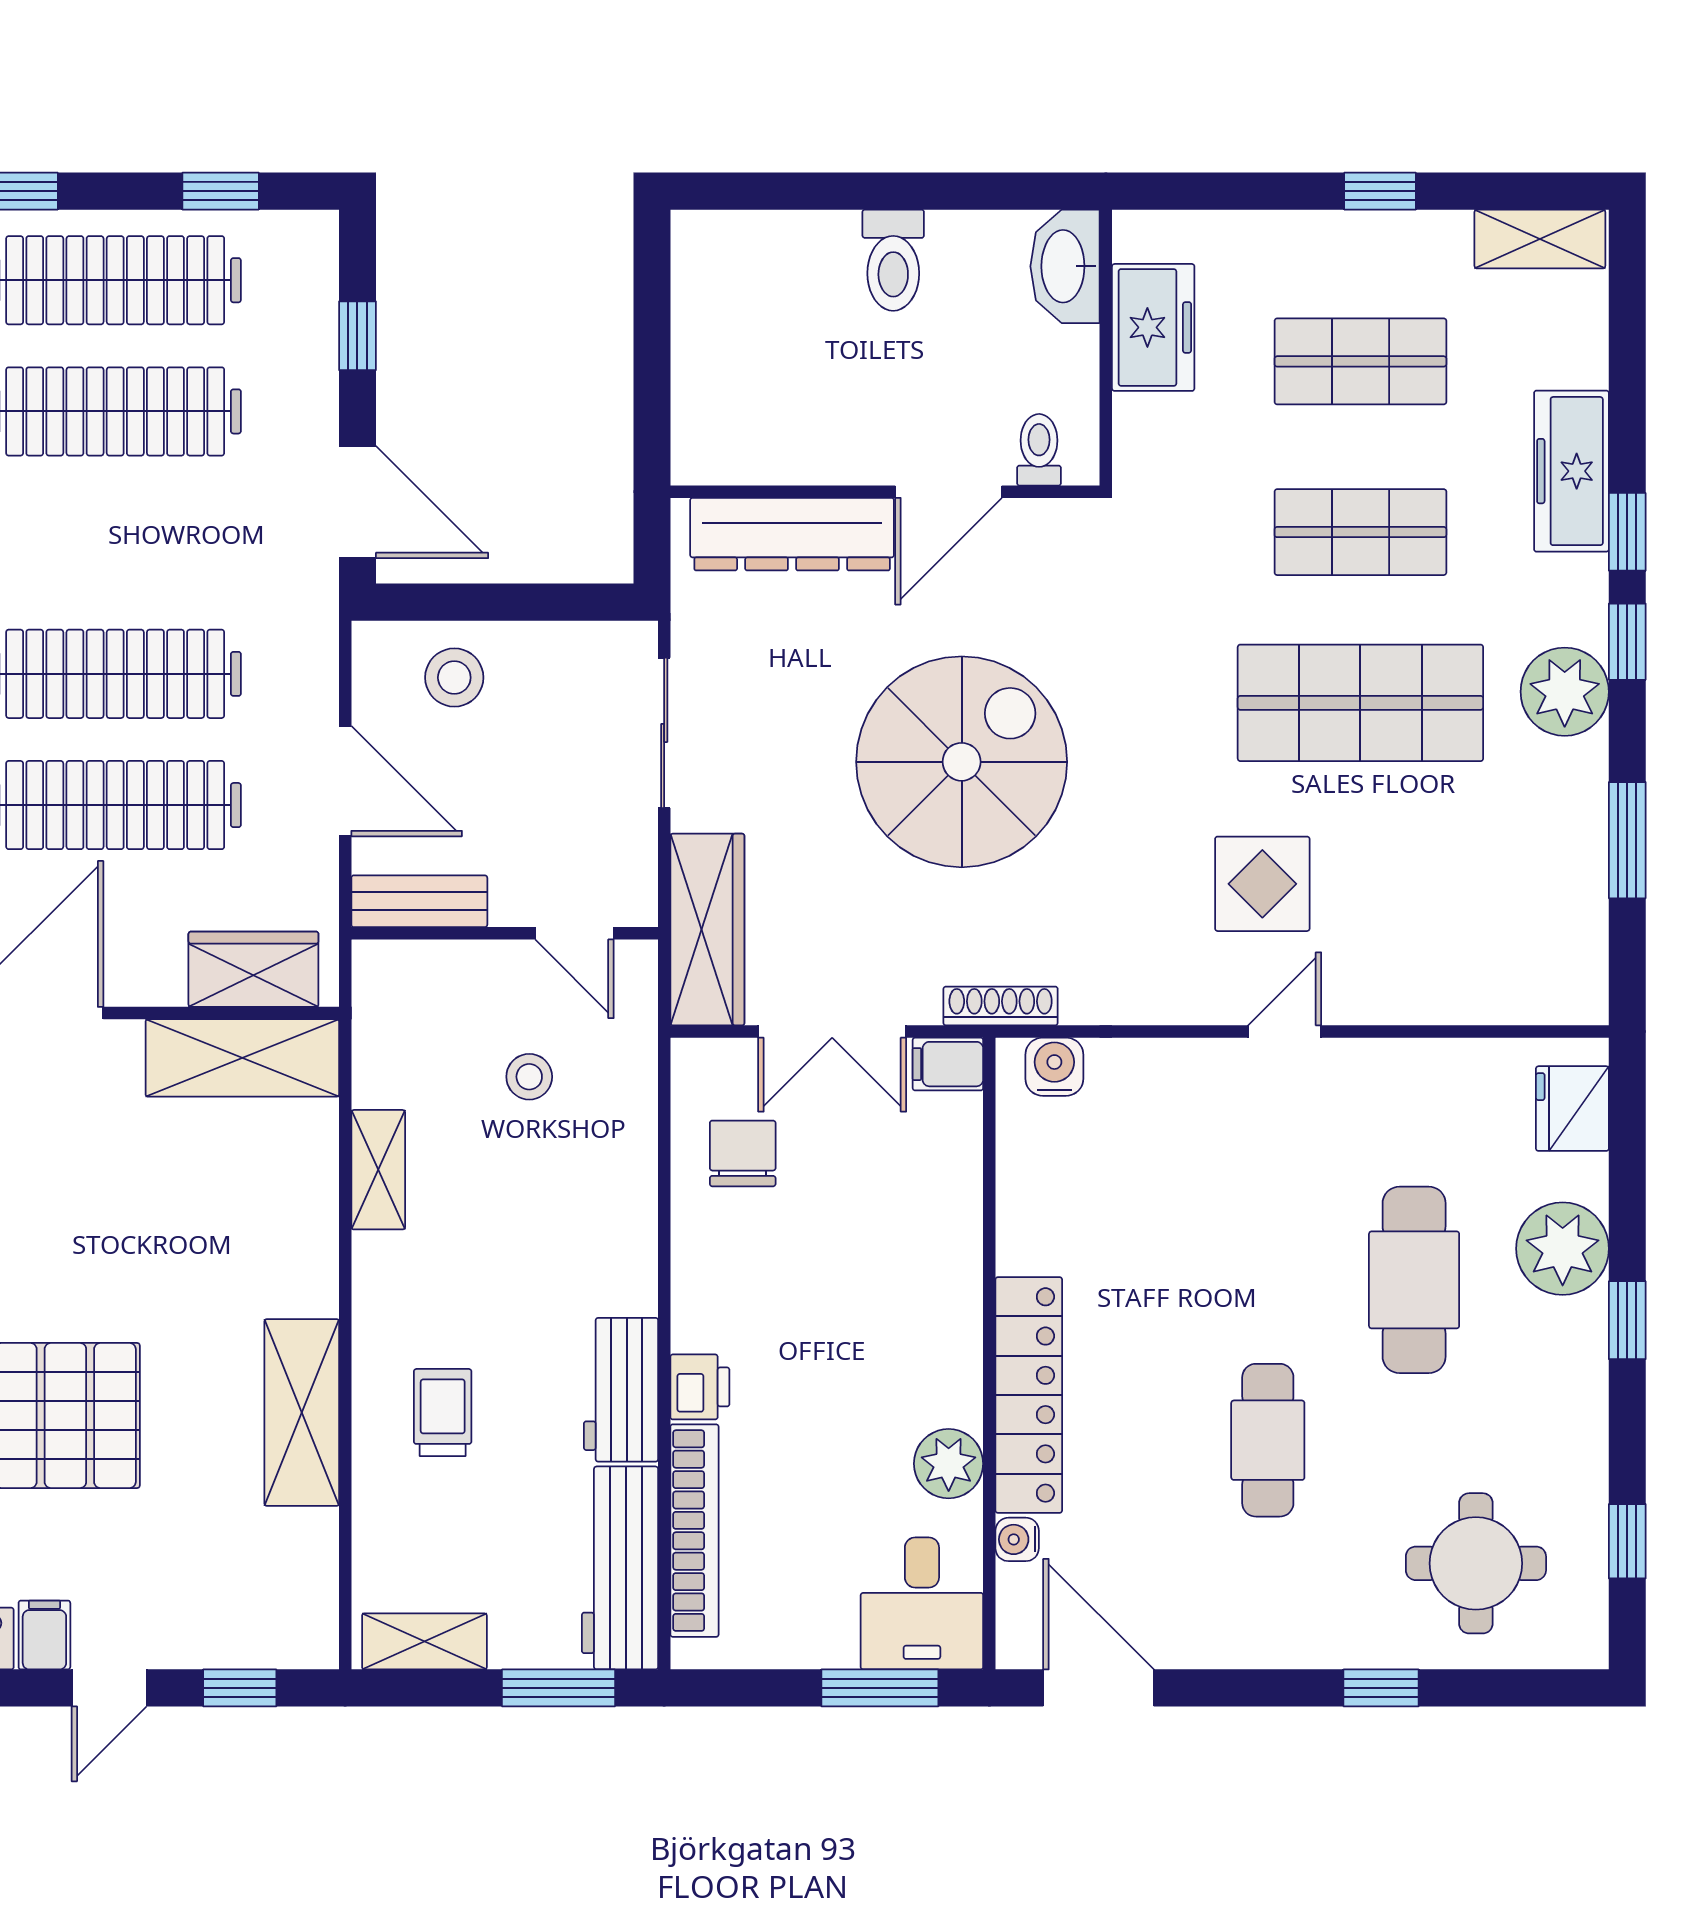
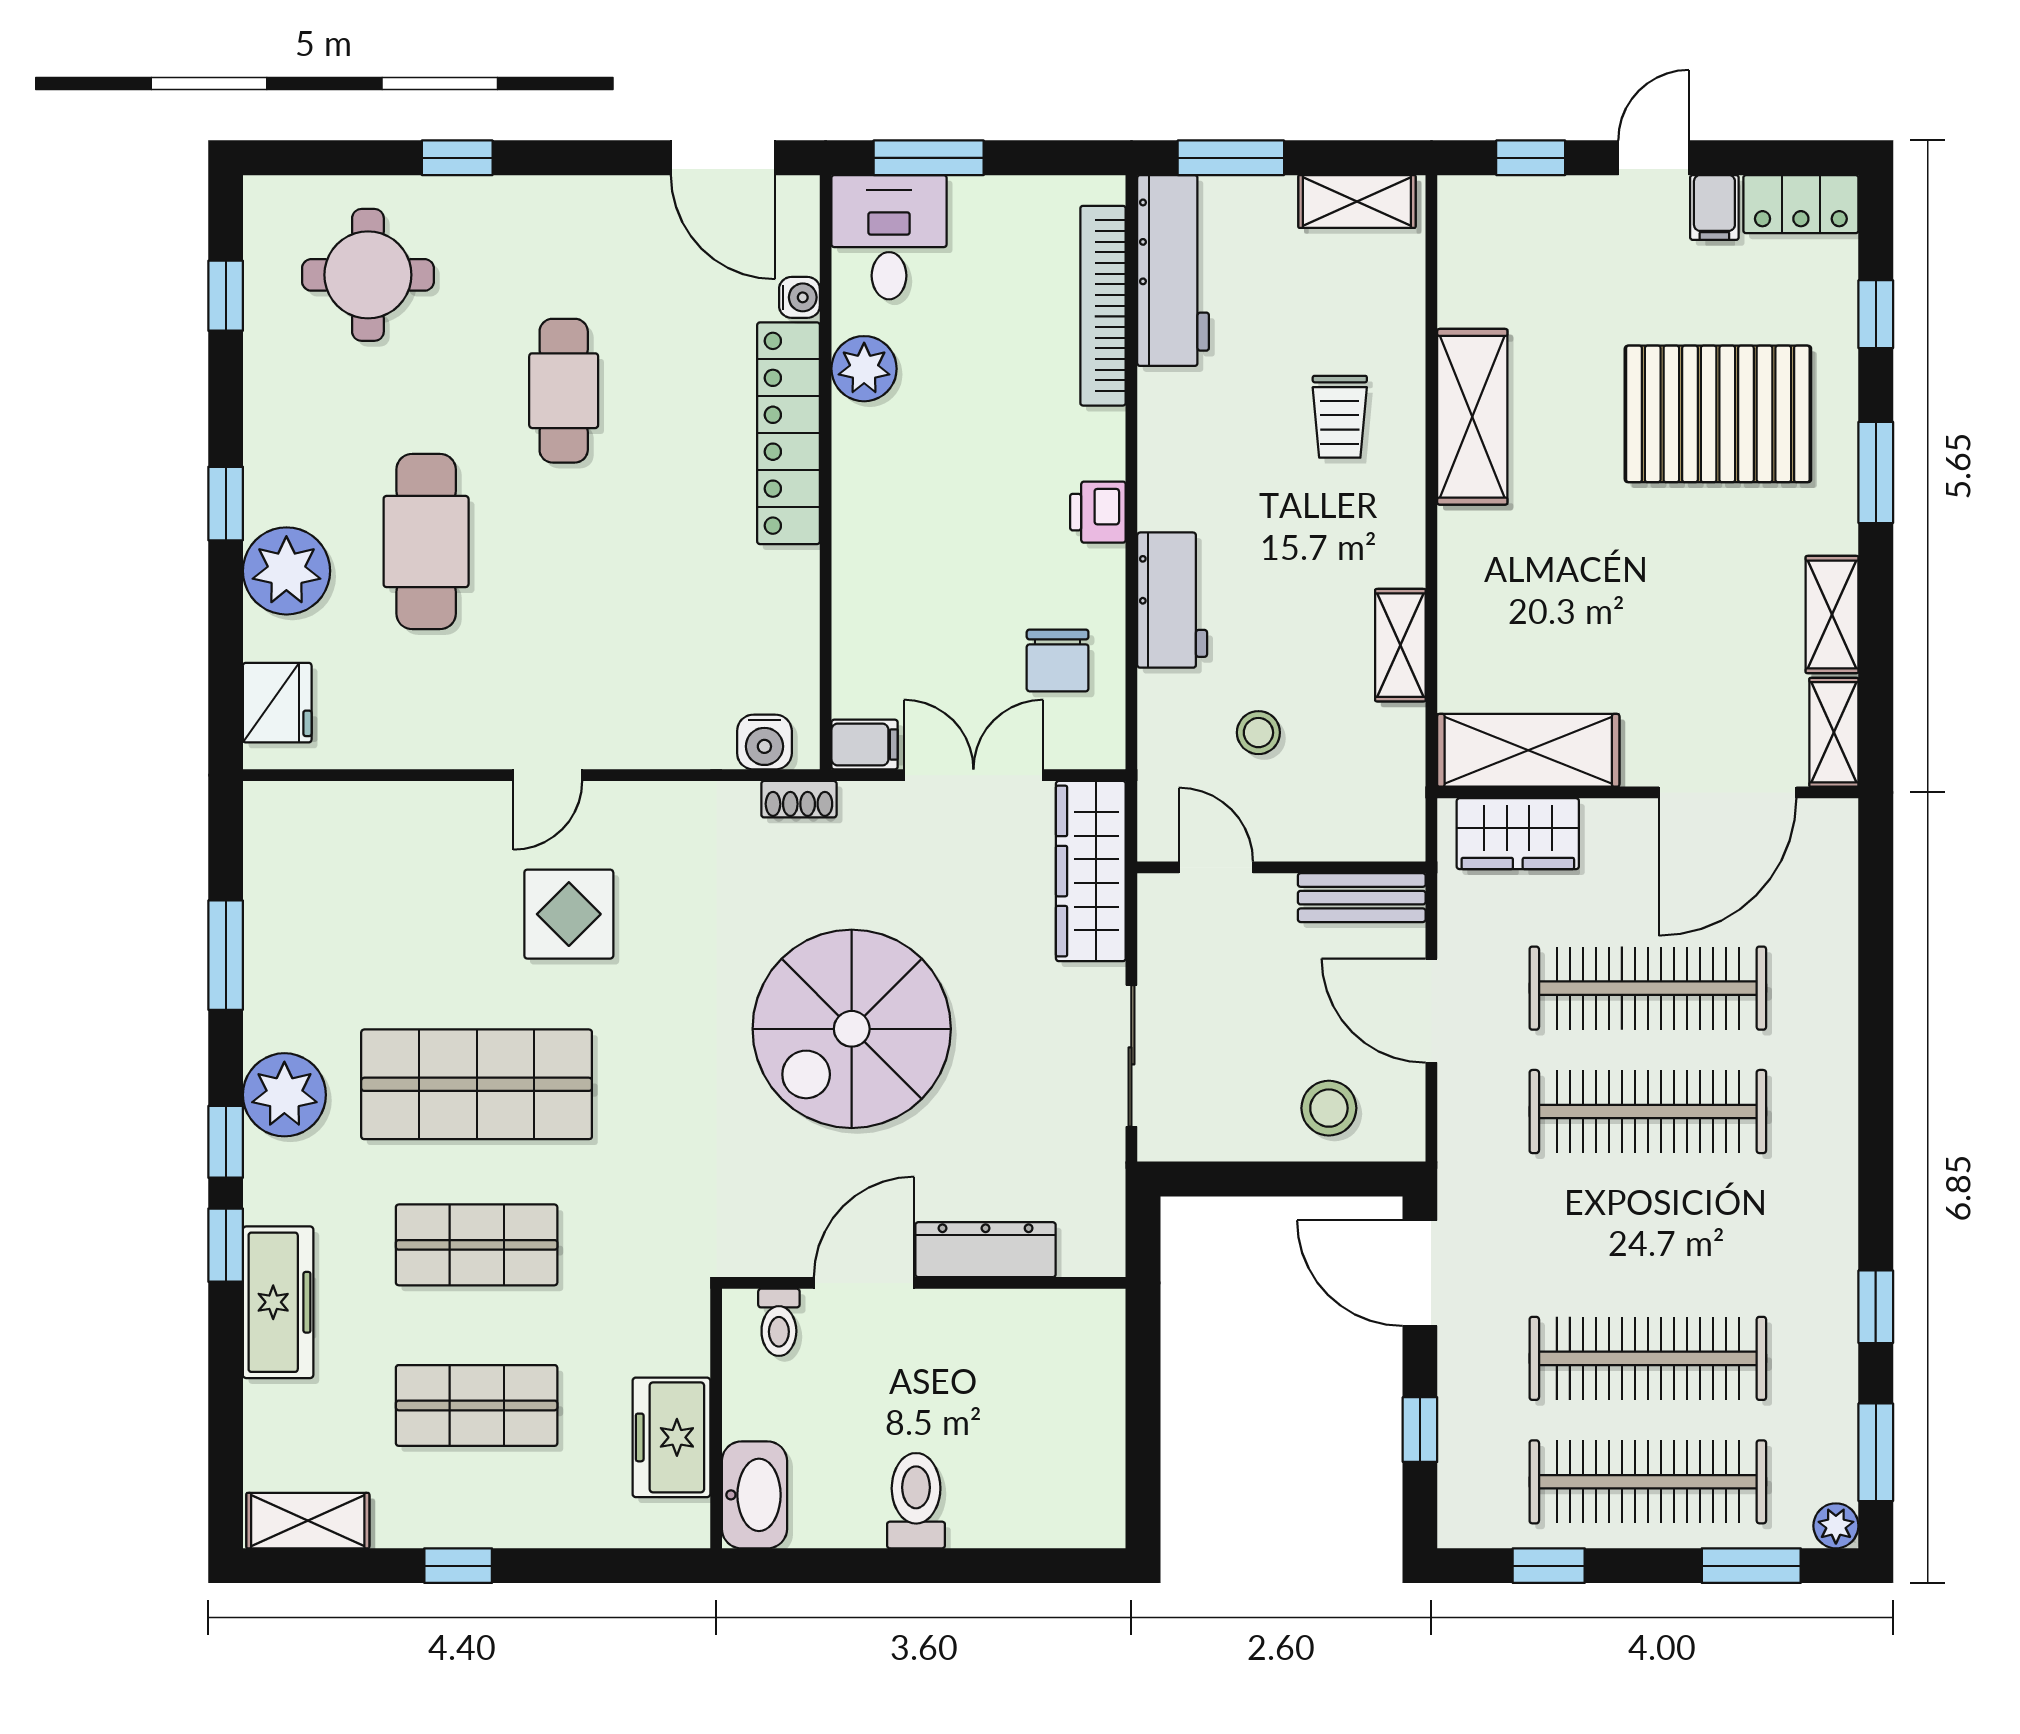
dresser: (792, 534) -> (986, 1250), width x0.73, depth x0.80
shoe rack: (1001, 1006) -> (799, 799), width x0.70
printer: (700, 1387) -> (1098, 512), moved
workbench: (621, 1390) -> (1172, 600), moved

